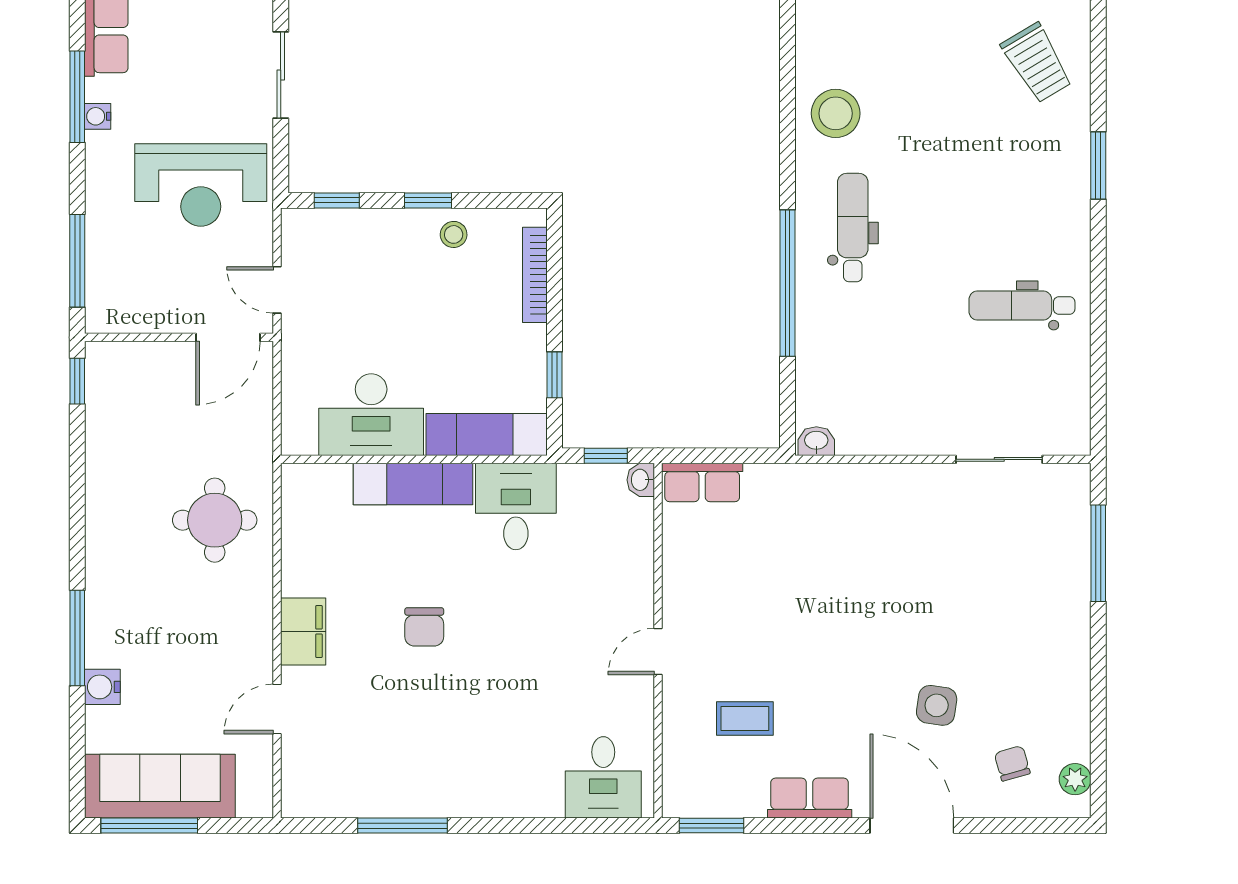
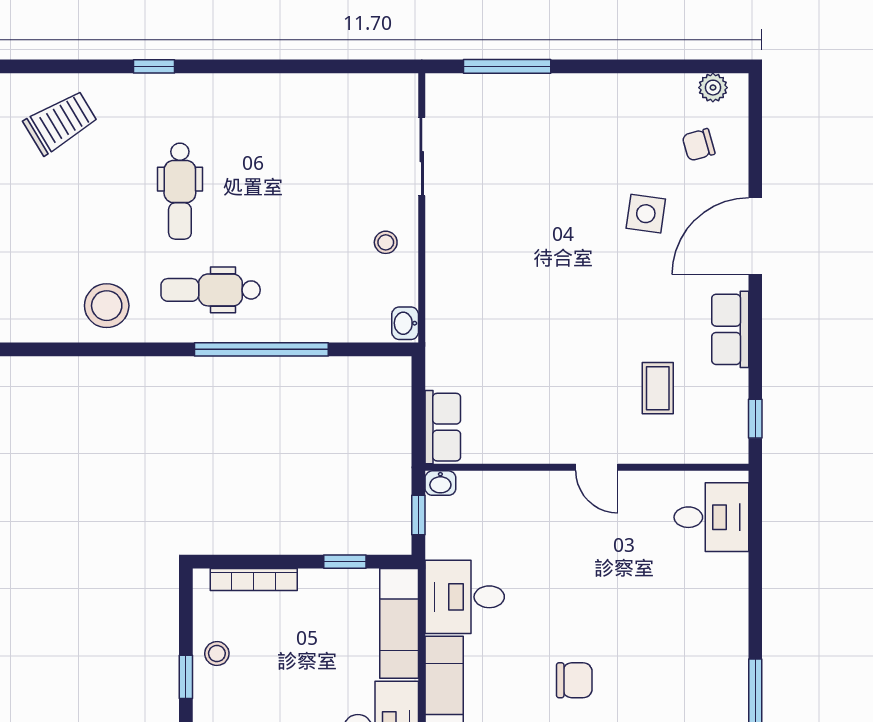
window: (1098, 166) -> (154, 66), width x0.67
dental chair: (1022, 305) -> (180, 191), moved
stool: (905, 420) -> (386, 242), added
window: (711, 826) -> (755, 419), width x0.67

